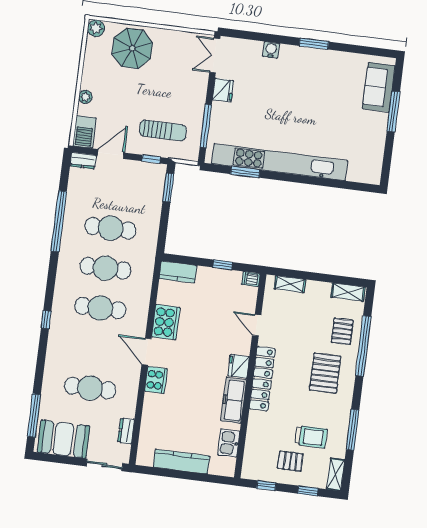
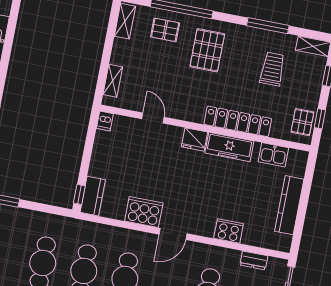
window: (223, 265) -> (79, 194), moved
door: (257, 325) -> (153, 118), swing flipped
pallet: (325, 373) -> (207, 50), turned 90
locker: (262, 379) -> (238, 121), moved
cooker: (156, 380) -> (229, 231), moved
pallet: (290, 461) -> (302, 122), moved

